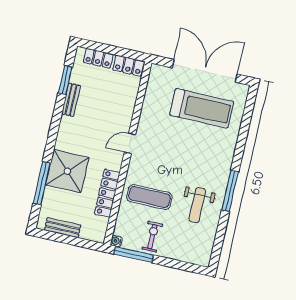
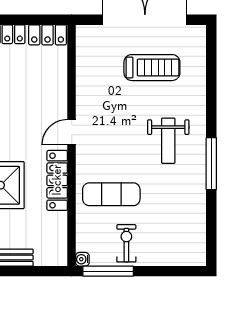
treadmill: (202, 108) -> (152, 68), width x0.73, depth x0.73
locker: (107, 193) -> (57, 180), moved
weight bench: (197, 205) -> (168, 141), moved

